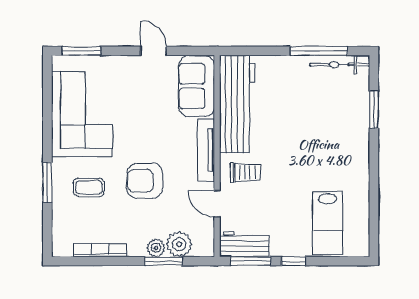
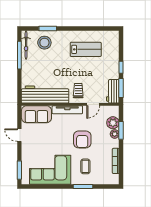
door: (154, 51) -> (19, 135), hinge flipped
stool: (345, 103) -> (44, 43), added
lab bench: (328, 223) -> (86, 49), moved

